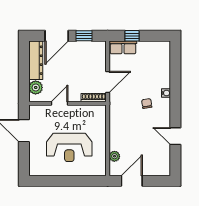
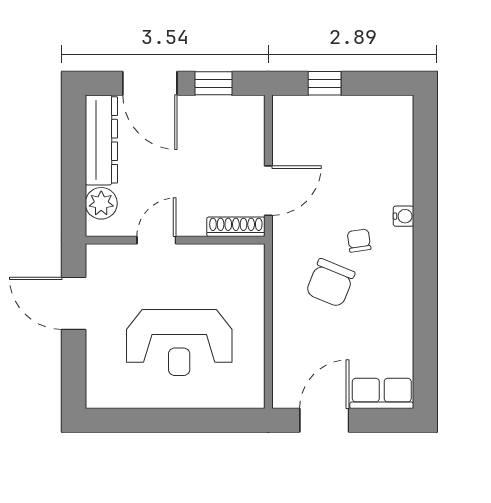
door: (57, 36) -> (150, 83), hinge flipped
row of seats: (123, 47) -> (382, 393), moved, turned 180
chair: (134, 122) -> (330, 283), added
door: (175, 136) -> (425, 316), removed
plant: (114, 156) -> (284, 363), removed

